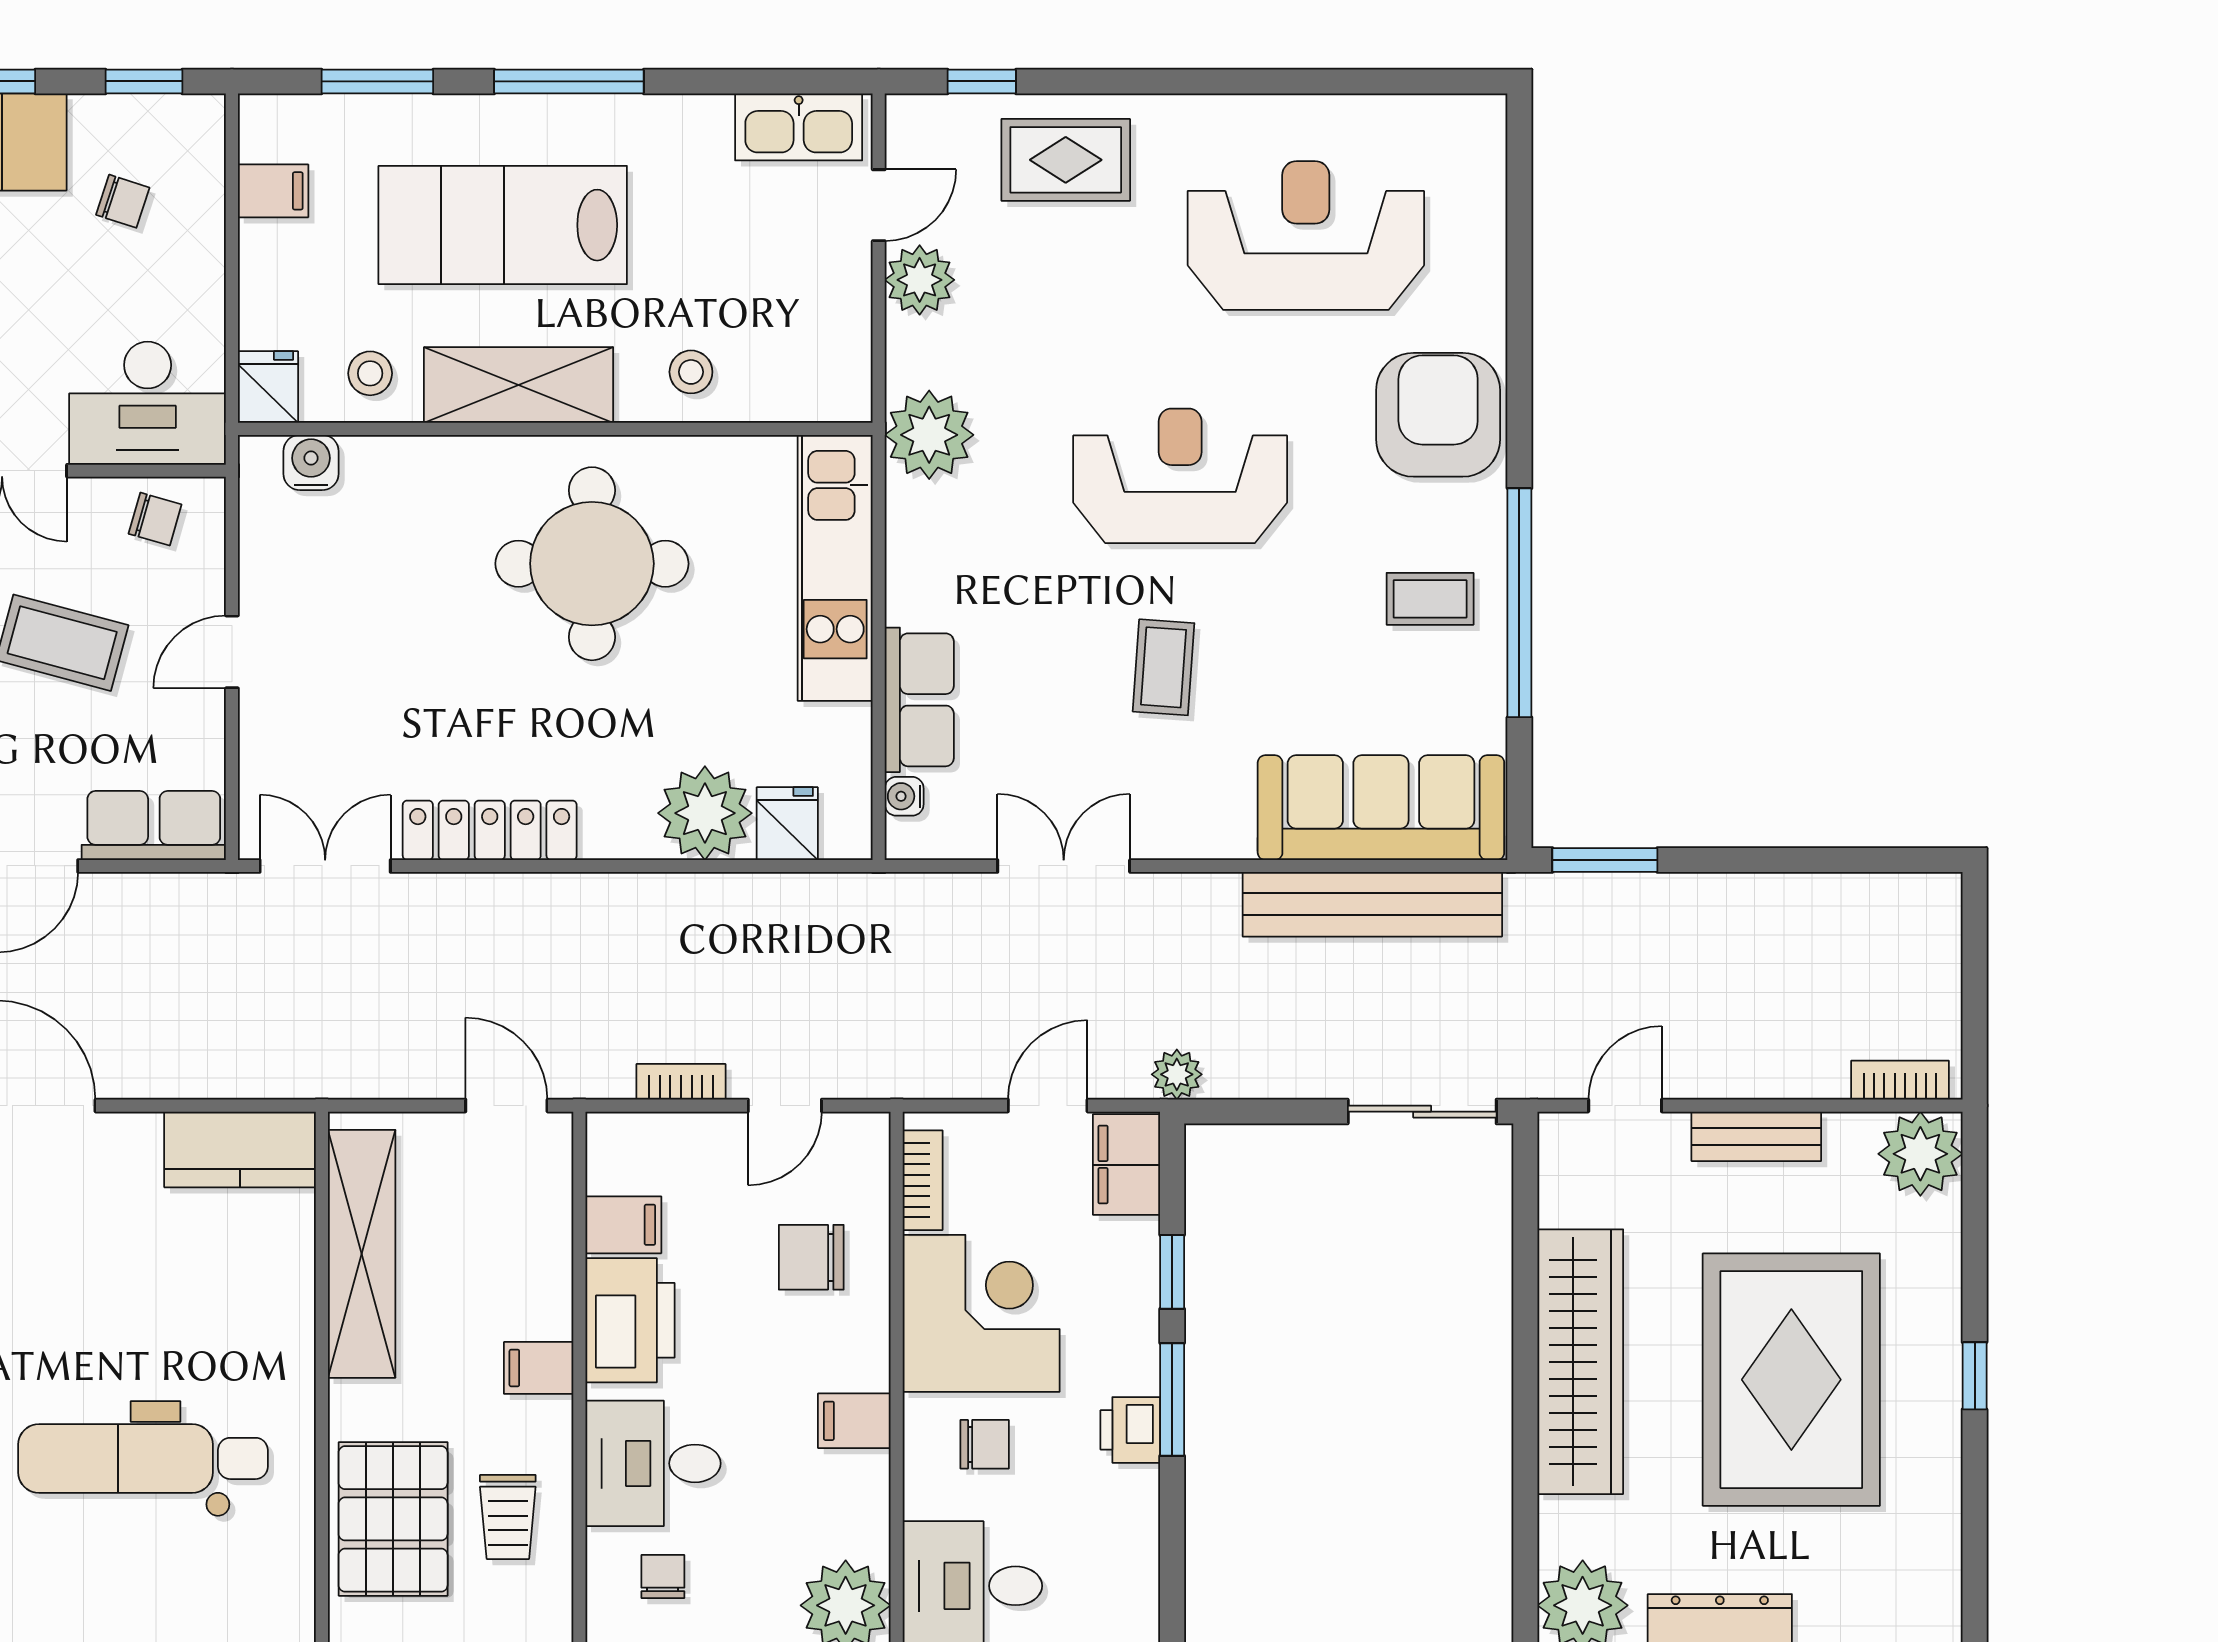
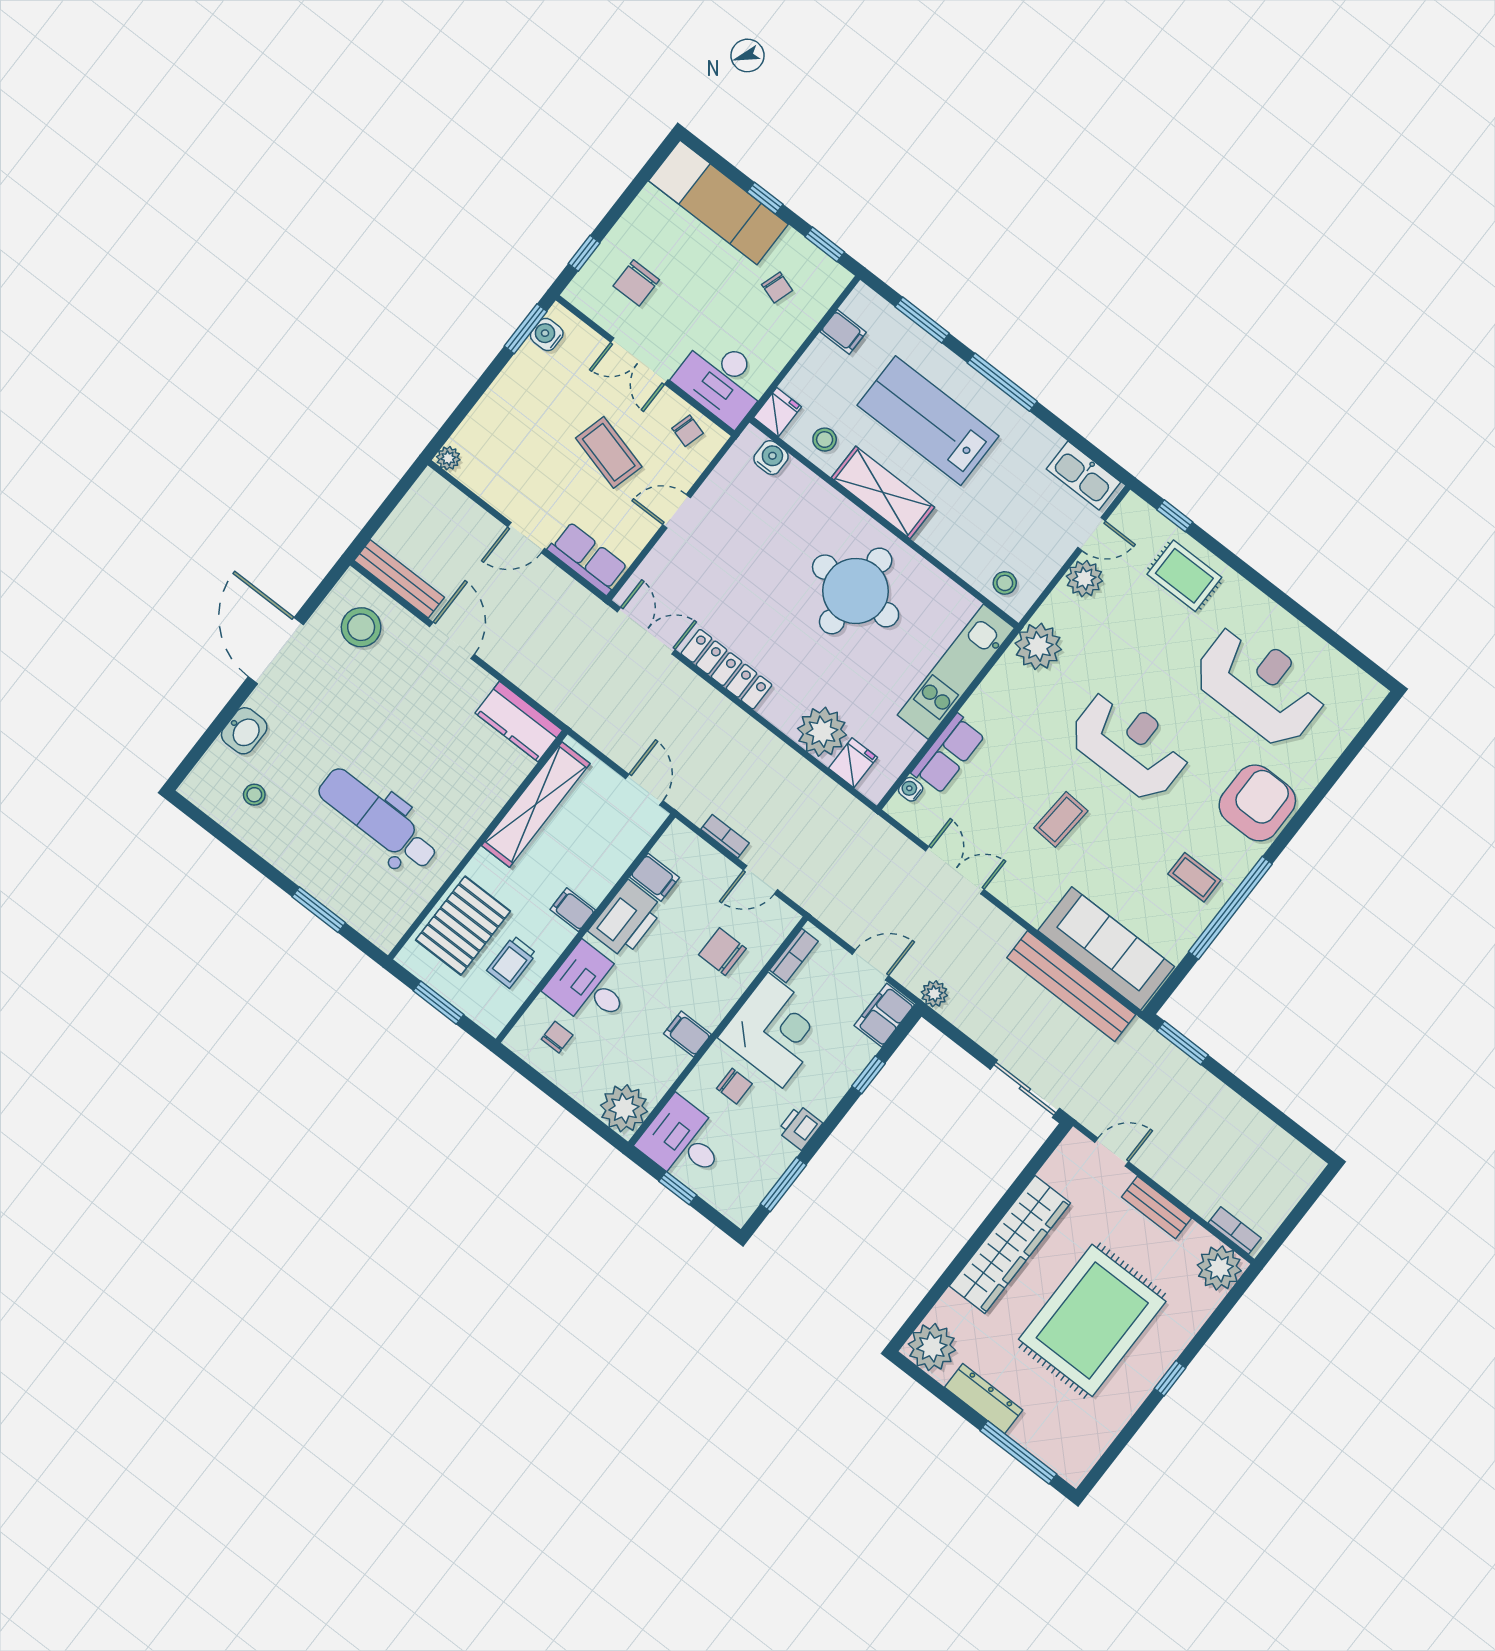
stool: (691, 372) -> (1005, 583), moved
window: (1172, 1399) -> (783, 1184), moved

